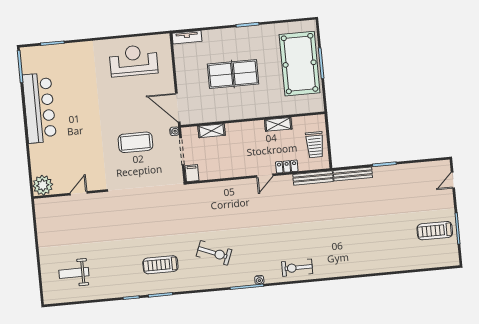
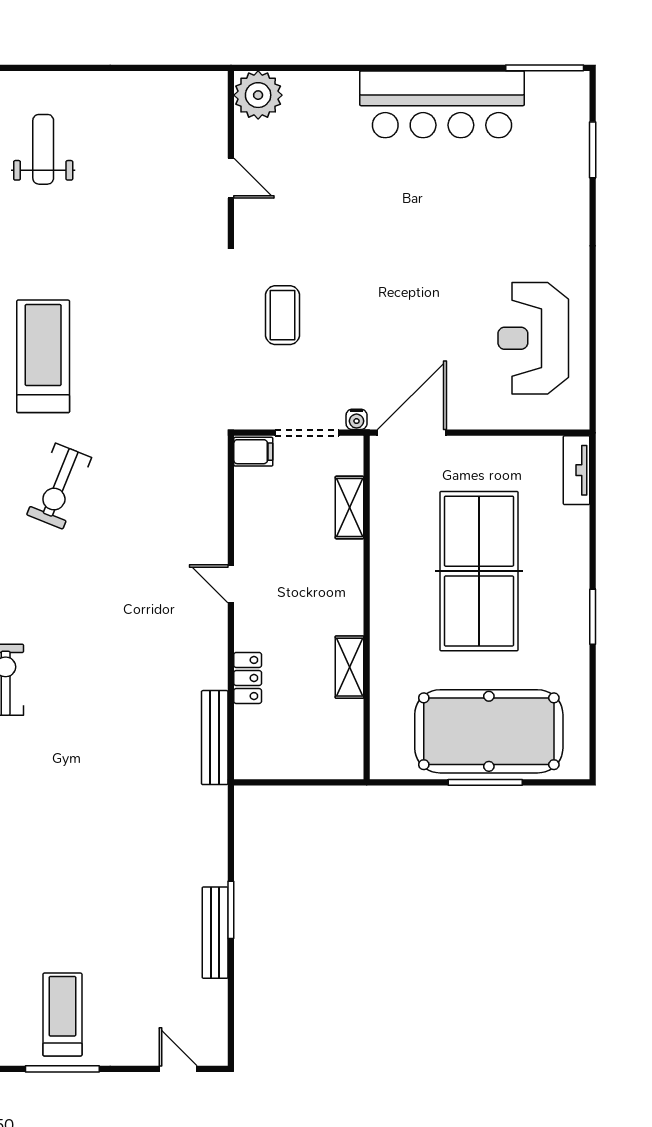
reception desk: (134, 61) -> (533, 338), turned 180
table tennis table: (233, 74) -> (479, 571), width x1.36, depth x1.32
coffee table: (135, 142) -> (283, 315), moved, width x0.73, depth x0.76
trolley: (315, 145) -> (293, 749), removed
bench: (353, 174) -> (215, 933), moved
door: (265, 176) -> (231, 584), moved
treadmill: (160, 265) -> (43, 356), width x1.37, depth x1.38

